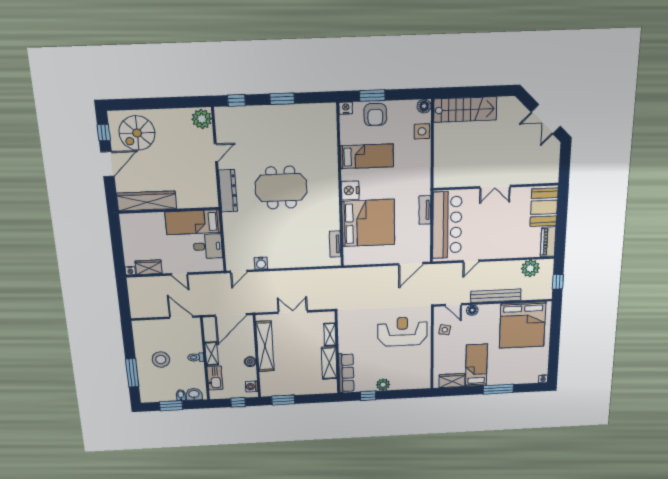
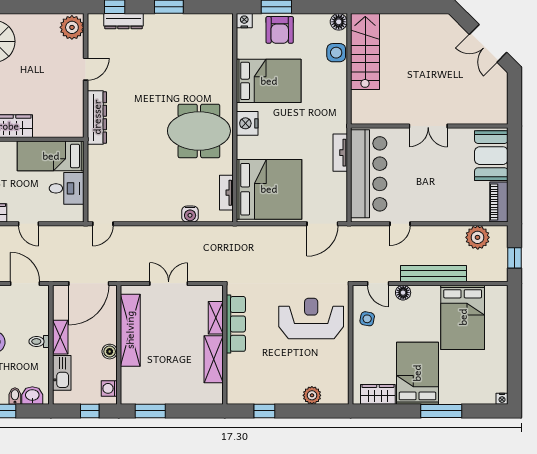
stairs: (465, 110) -> (365, 51), moved, turned -90
dresser: (245, 112) -> (123, 21), added
bed: (367, 156) -> (269, 81), width x1.50
meeting table: (281, 188) -> (199, 131), moved
bed: (368, 223) -> (269, 189), moved
water cooler: (261, 263) -> (190, 214), moved
bed: (522, 325) -> (463, 317), width x0.73
bed: (476, 365) -> (417, 373), width x1.50
row of seats: (346, 373) -> (236, 324), moved
plant: (383, 385) -> (312, 395), moved

